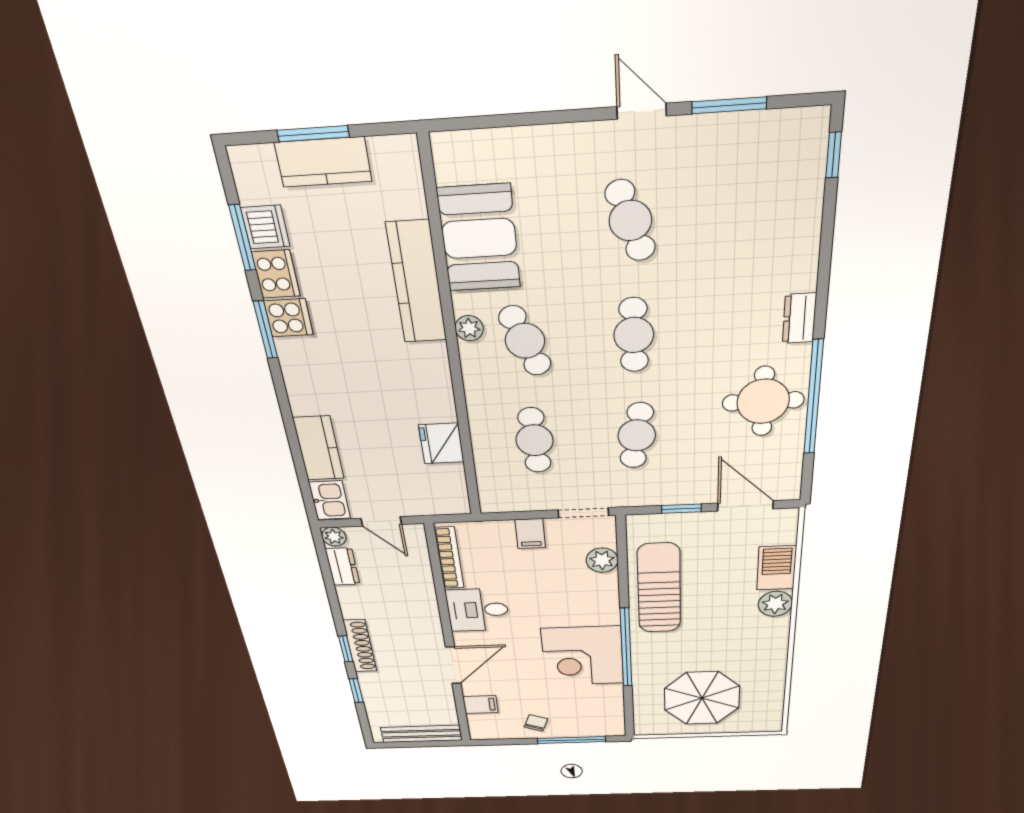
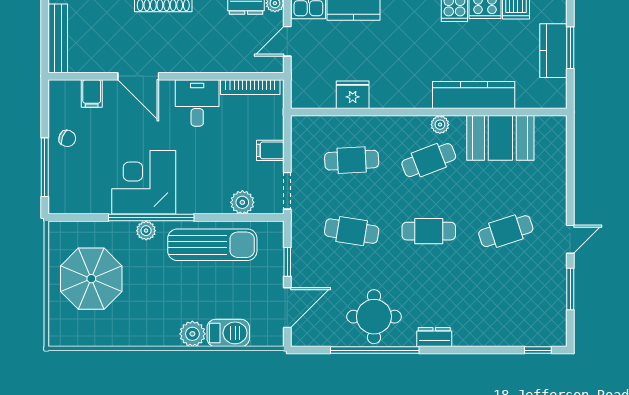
plant: (642, 652) -> (146, 231), added

